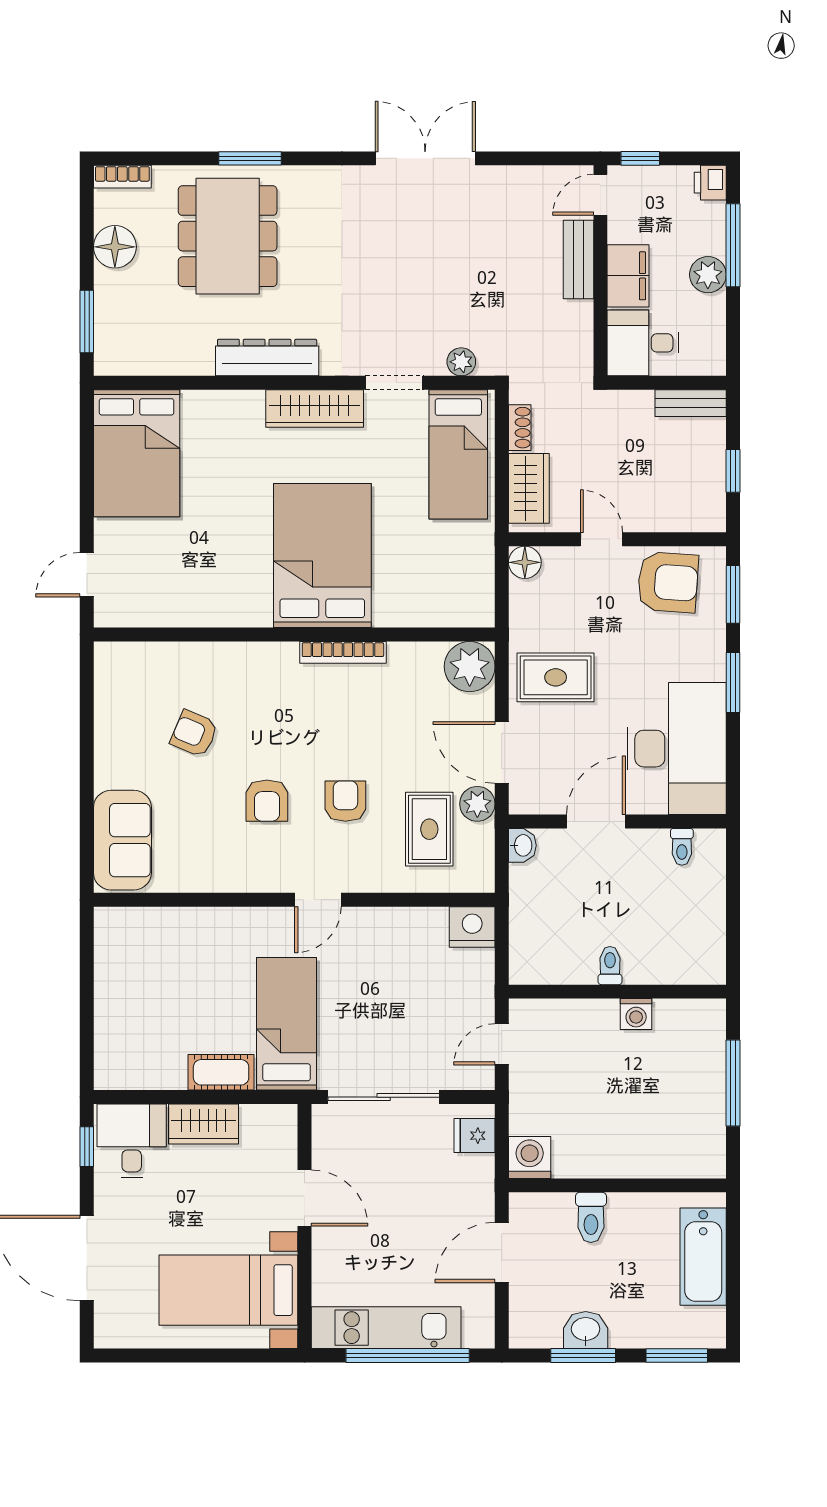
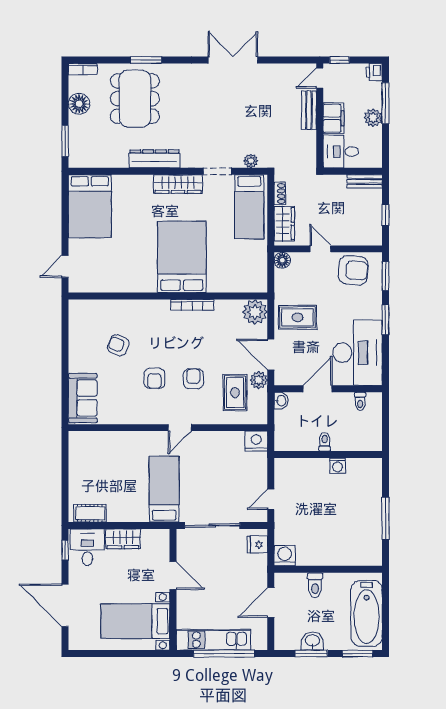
toilet: (610, 966) -> (325, 442), moved
wall: (617, 992) -> (328, 455), moved
washing machine: (636, 1014) -> (337, 466), moved
cot: (221, 1072) -> (90, 513), moved
bathtub: (703, 1257) -> (367, 613), width x1.36, depth x1.36

